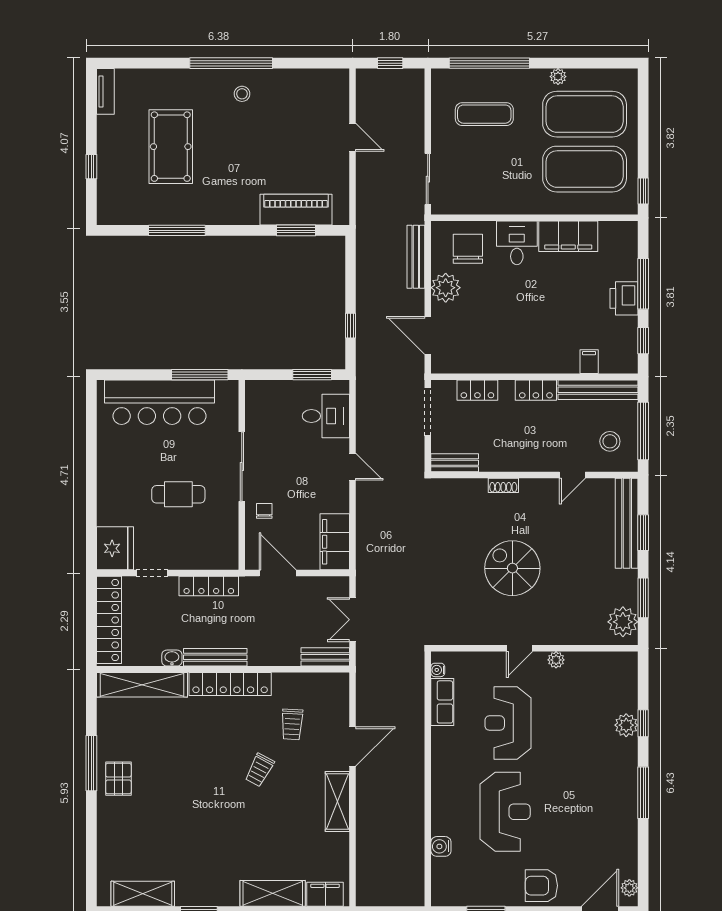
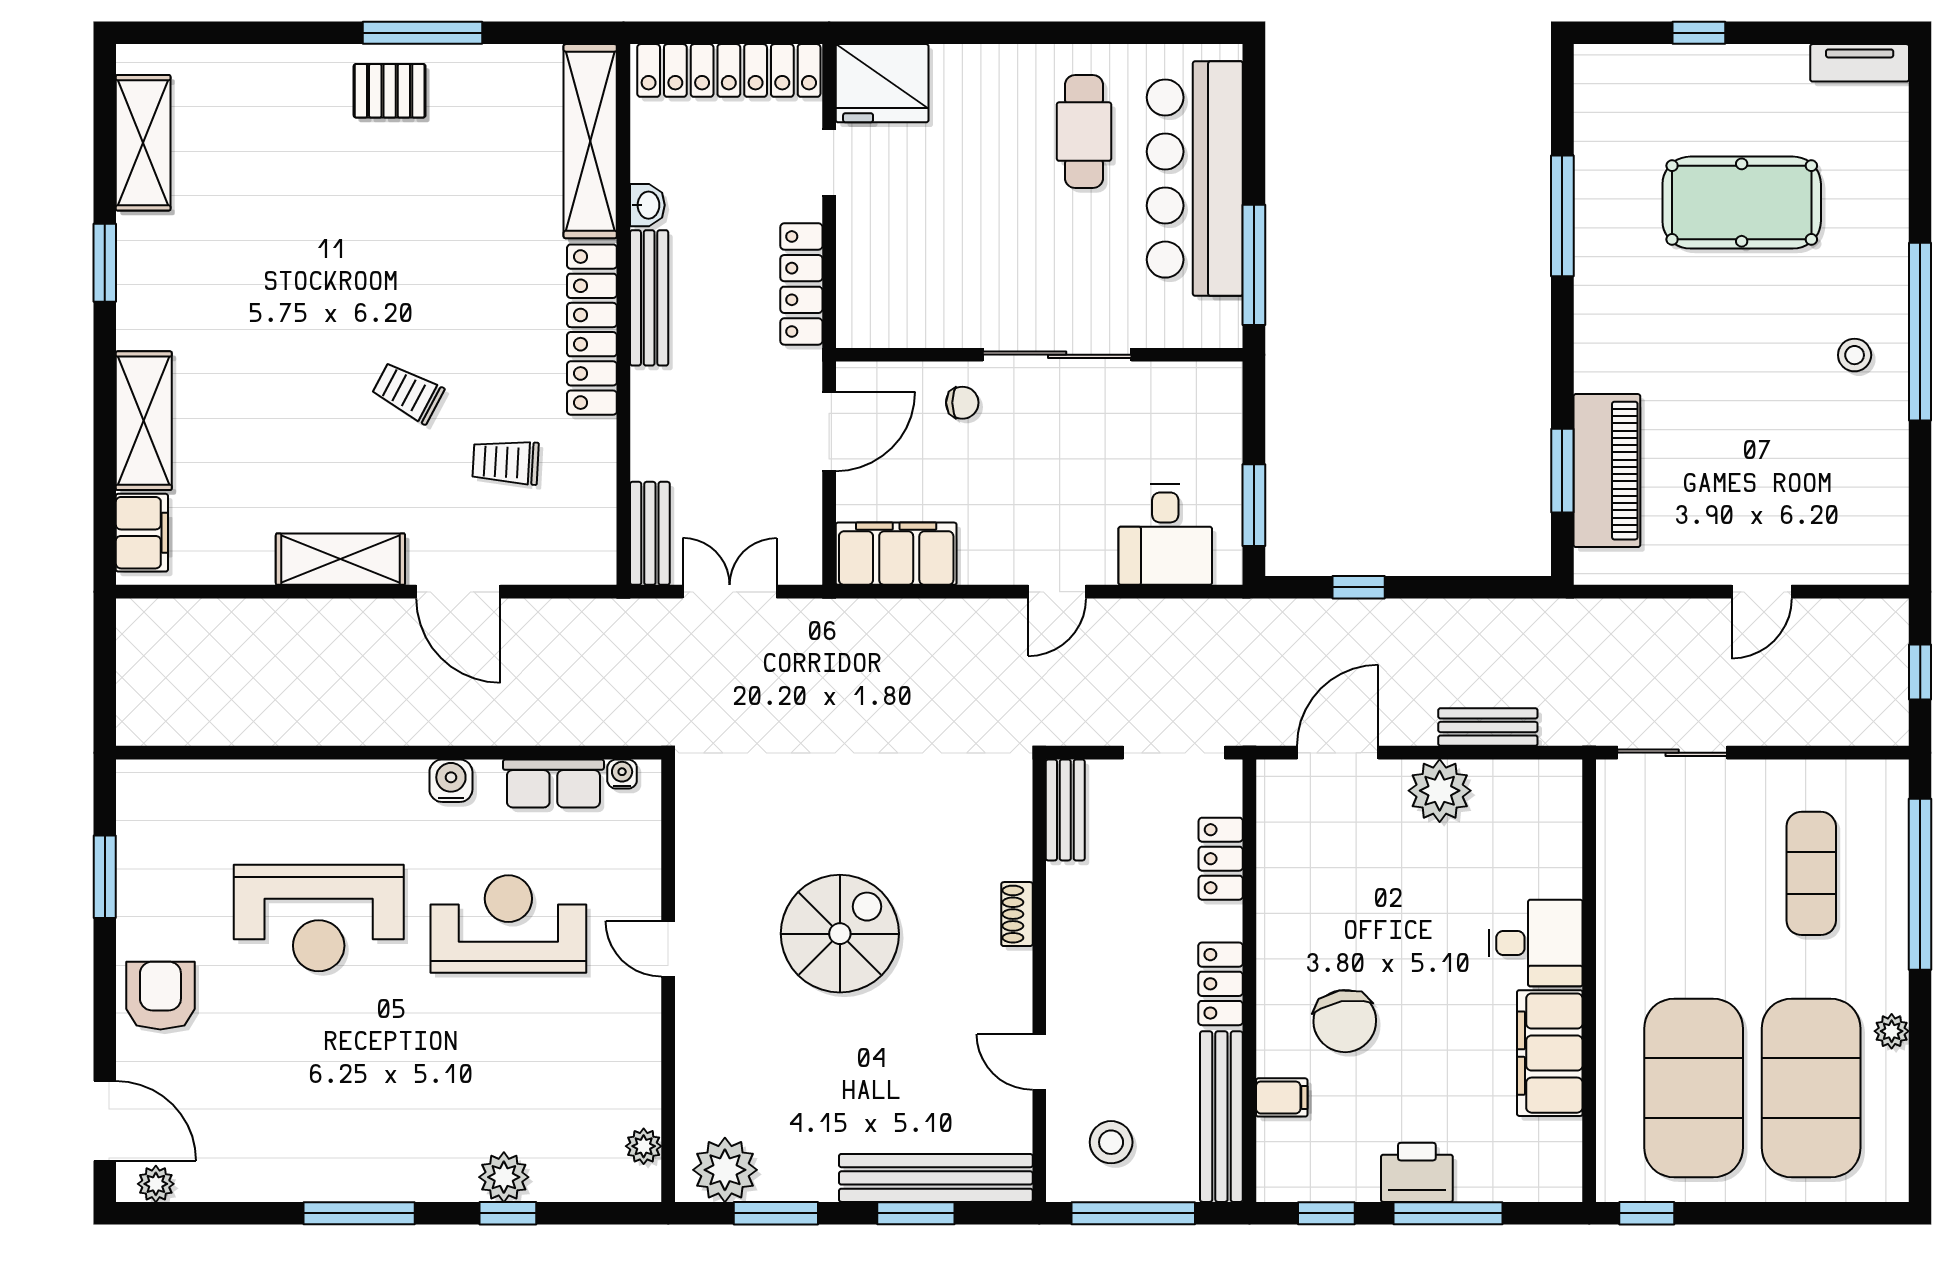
chair: (468, 249) -> (1345, 1021), moved, turned 80
bench: (416, 257) -> (1488, 727), width x0.73
cafe table: (178, 494) -> (1084, 132), moved
plant: (556, 660) -> (644, 1146), moved
water cooler: (441, 846) -> (451, 781), moved

